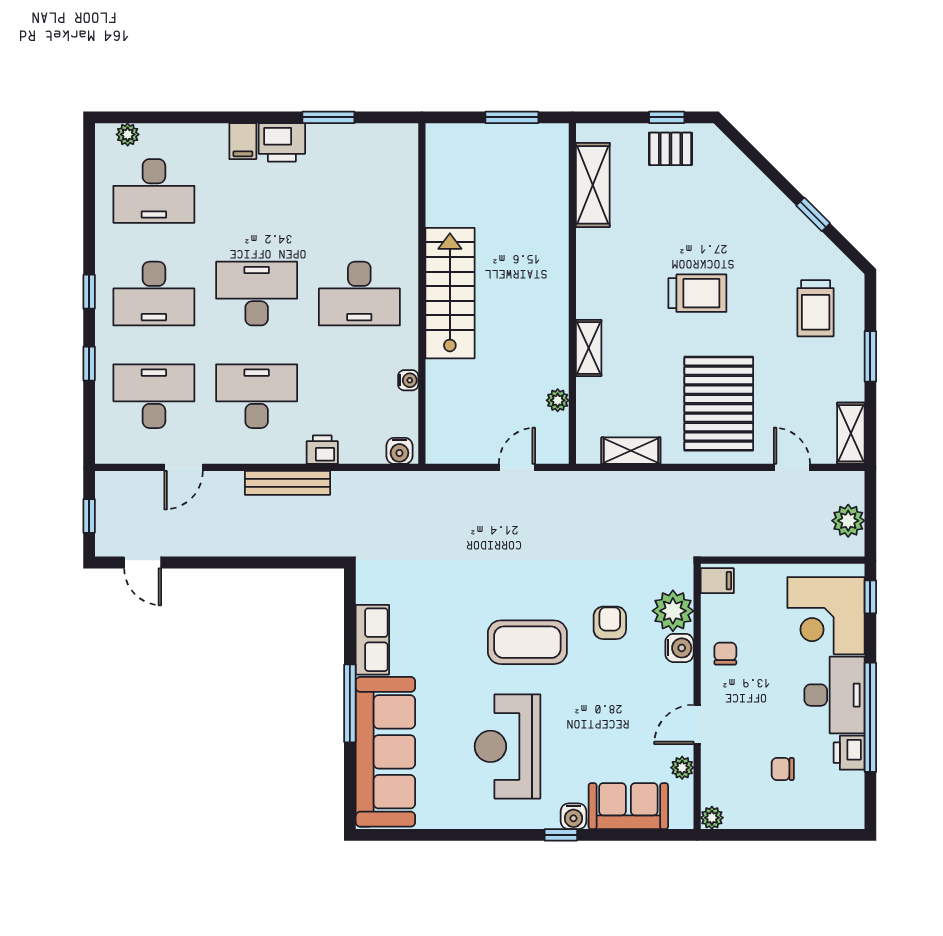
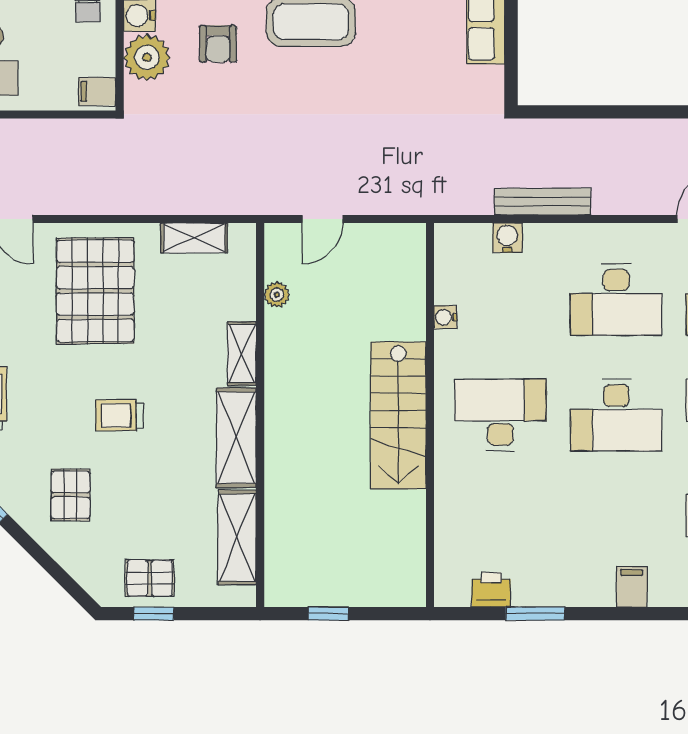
window: (512, 117) -> (328, 614), width x0.67
printer: (282, 142) -> (491, 590), moved, width x0.73, depth x0.81
pallet: (741, 223) -> (71, 495), added
shelving: (594, 273) -> (236, 438), added
trolley: (697, 293) -> (119, 415), width x0.73, depth x0.72
printer: (322, 450) -> (542, 239), removed
water cooler: (399, 451) -> (507, 238), moved
bench: (287, 483) -> (543, 202), moved

